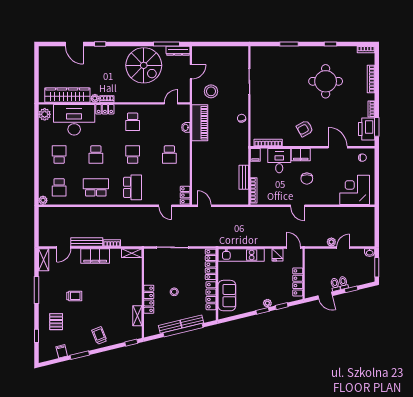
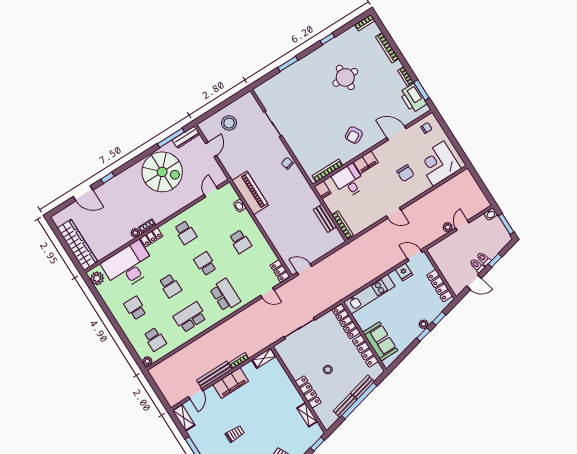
round table: (326, 81) -> (345, 77), width x0.73, depth x0.73
stool: (211, 91) -> (229, 123), moved
wardrobe: (67, 95) -> (78, 245), moved, turned 90
chair: (307, 179) -> (405, 173), moved

